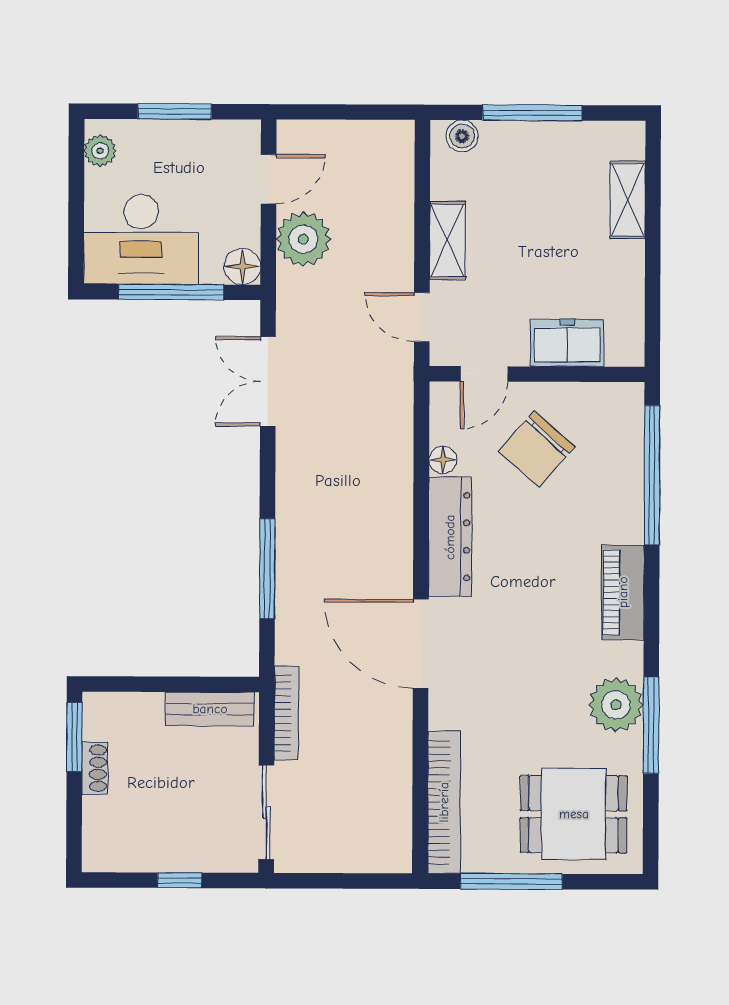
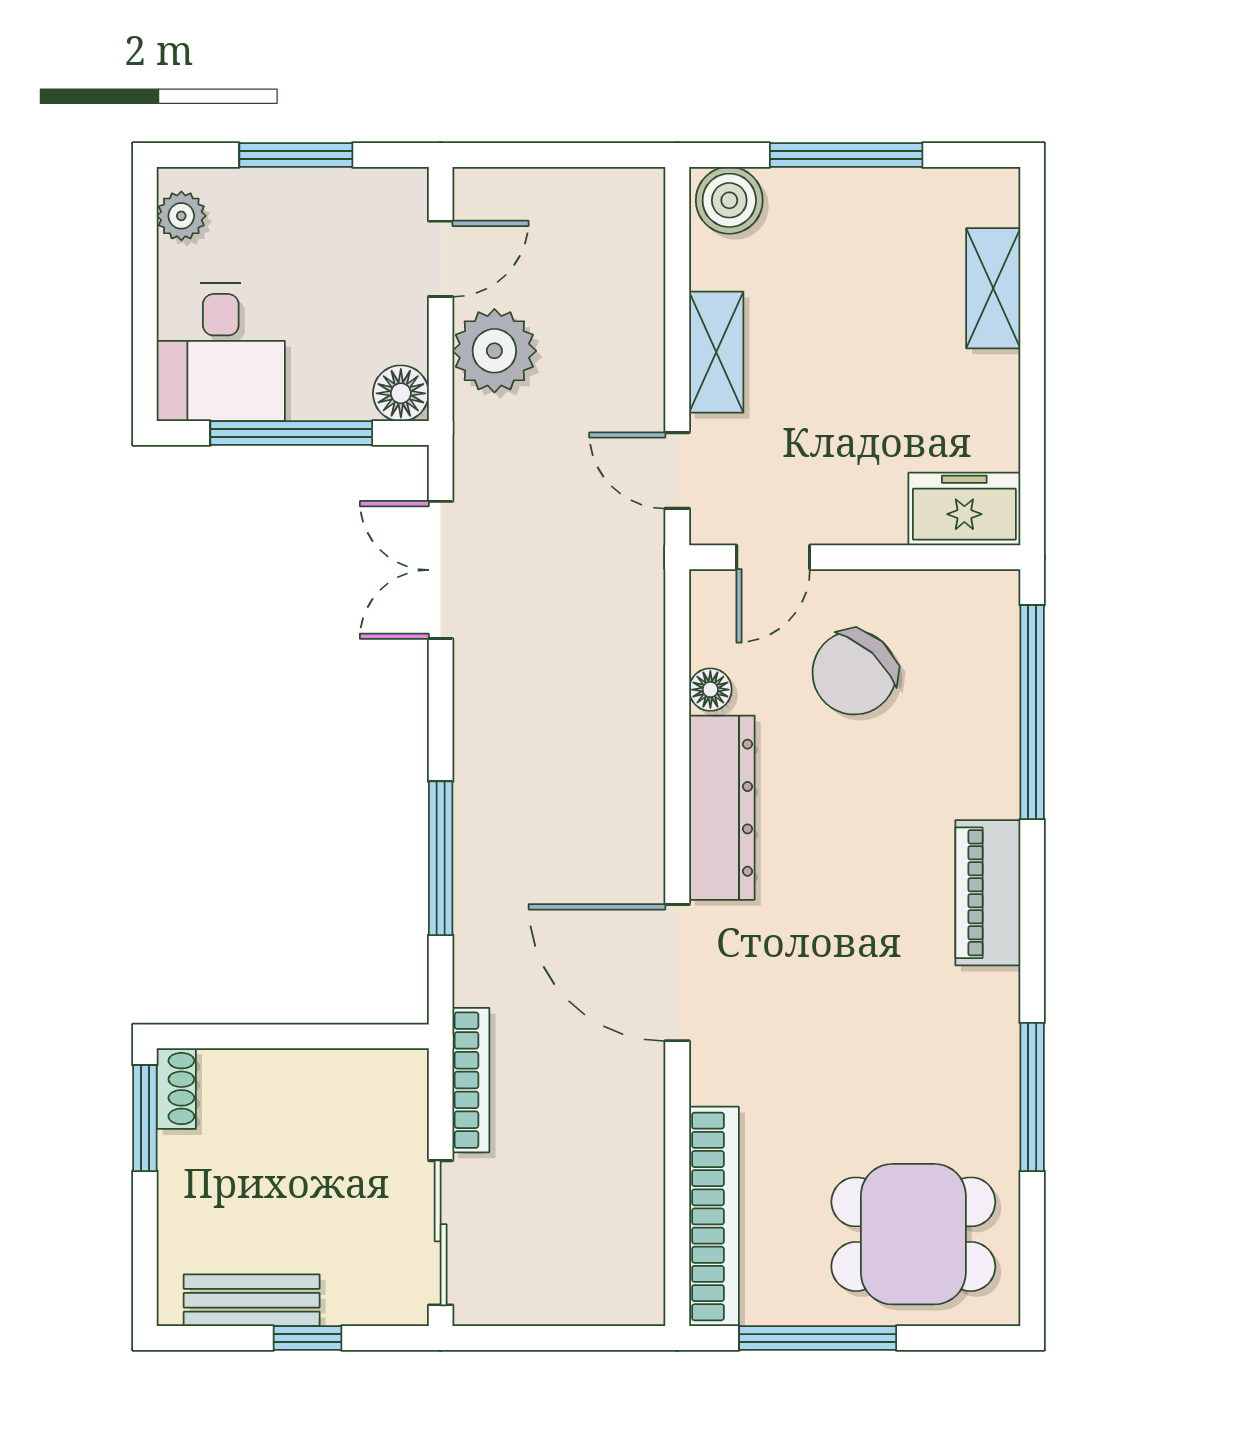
boiler: (462, 136) -> (729, 200), width x1.36, depth x1.36
desk: (141, 239) -> (221, 352), width x0.73
freezer: (567, 343) -> (964, 509), moved
plant: (616, 705) -> (978, 1066), removed
bench: (210, 709) -> (252, 1300), moved
shoe rack: (95, 768) -> (176, 1089), moved

